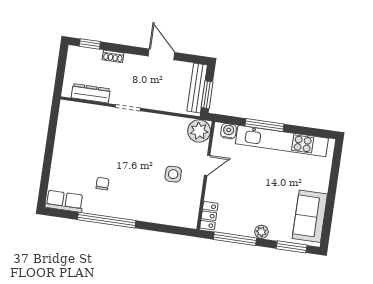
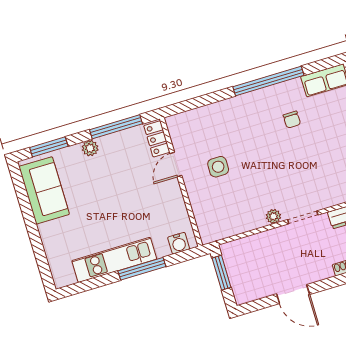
bench: (197, 88) -> (236, 275), removed
plant: (199, 131) -> (273, 216), moved, width x0.53, depth x0.53
kitchen unit: (282, 141) -> (114, 260), width x0.73
door: (207, 165) -> (176, 164), moved

